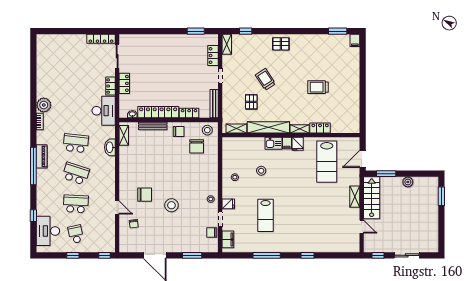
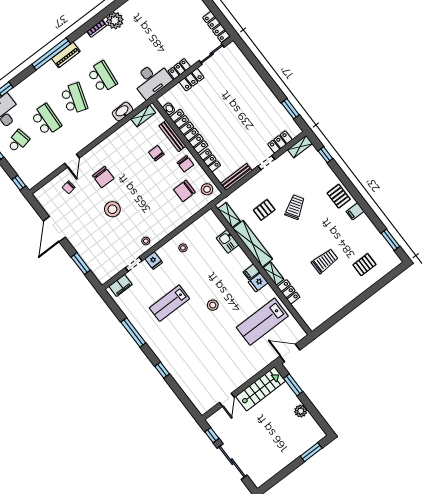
filing cabinet: (355, 40) -> (355, 211), moved
pallet: (341, 62) -> (364, 265), added
trolley: (318, 87) -> (325, 261), turned 90
kitchen sink: (273, 143) -> (228, 241), moved
stool: (261, 171) -> (213, 305), moved
shelving: (355, 197) -> (250, 372), removed
chair: (212, 233) -> (156, 153), moved
sliding door: (407, 255) -> (232, 462), width x1.37

